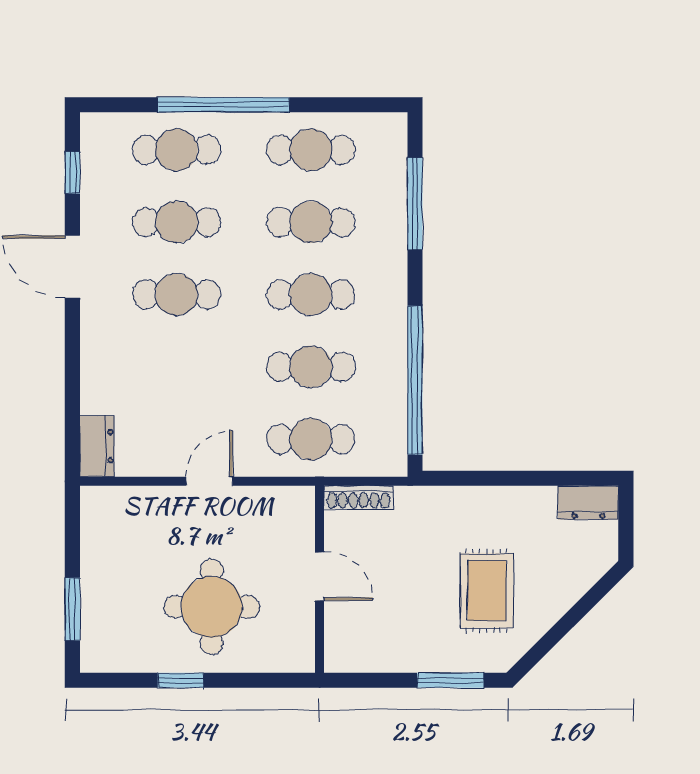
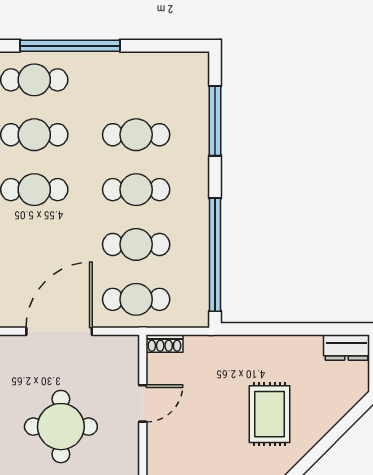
cafe table: (311, 150) -> (136, 80), removed
door: (209, 481) -> (59, 331), width x1.88
shoe rack: (359, 497) -> (164, 344), width x0.70
door: (320, 576) -> (143, 403), hinge flipped

